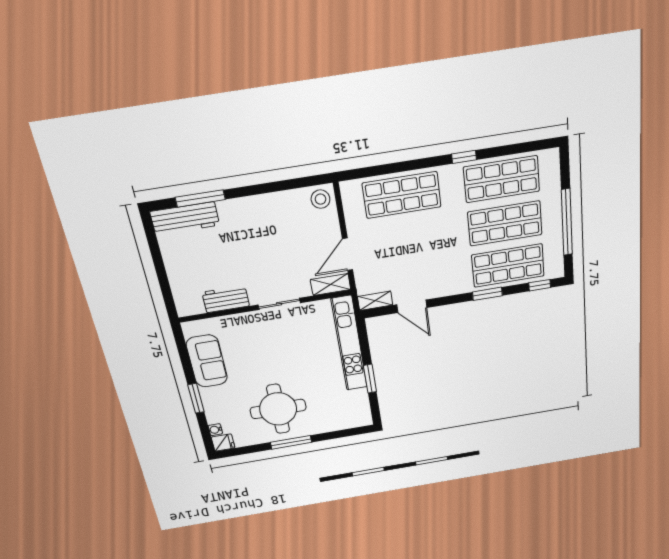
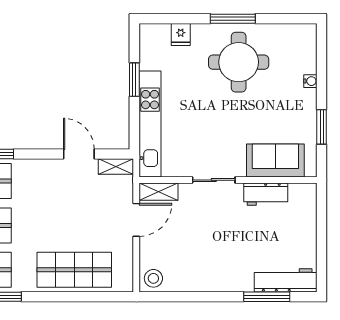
sofa: (207, 361) -> (275, 161), moved, turned 90
window: (196, 398) -> (322, 127), moved
water cooler: (215, 430) -> (310, 81), moved
fridge: (223, 443) -> (181, 34), moved, turned -90

